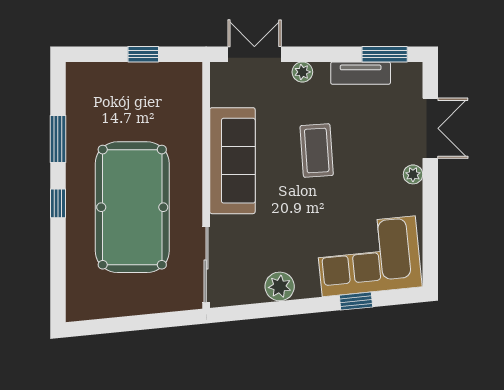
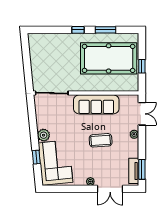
tv unit: (361, 73) -> (134, 171), moved
pool table: (132, 207) -> (109, 58), moved
plant: (280, 286) -> (44, 135), moved

